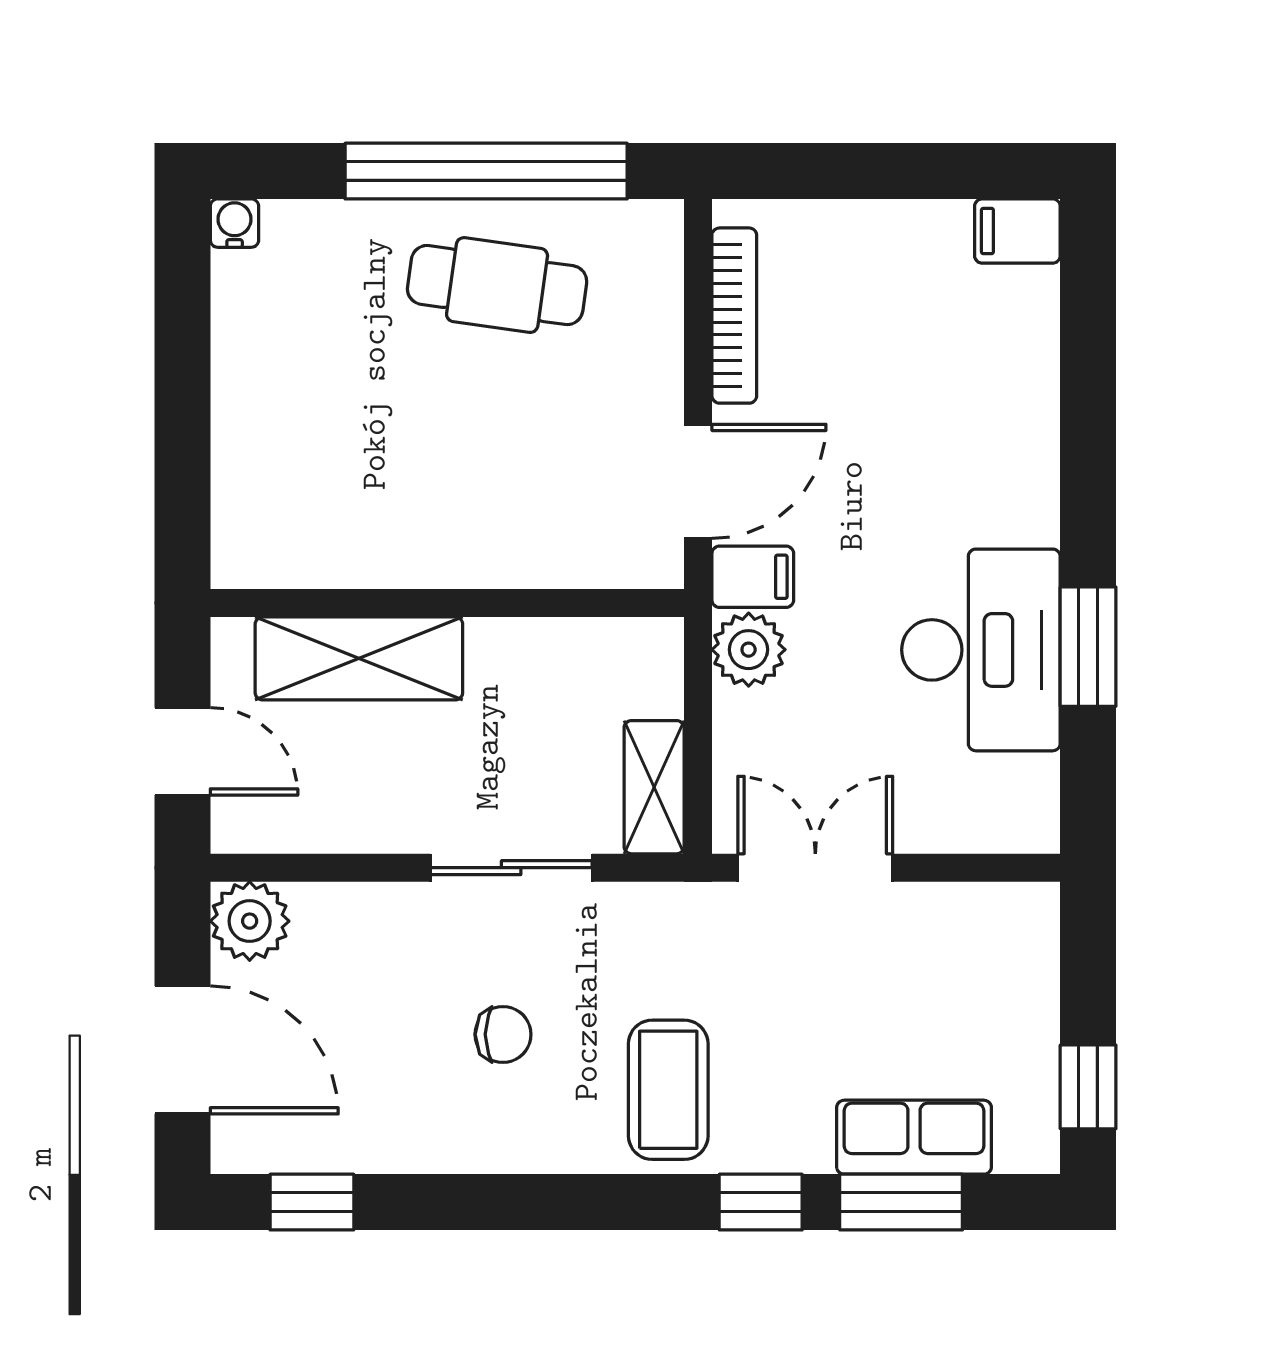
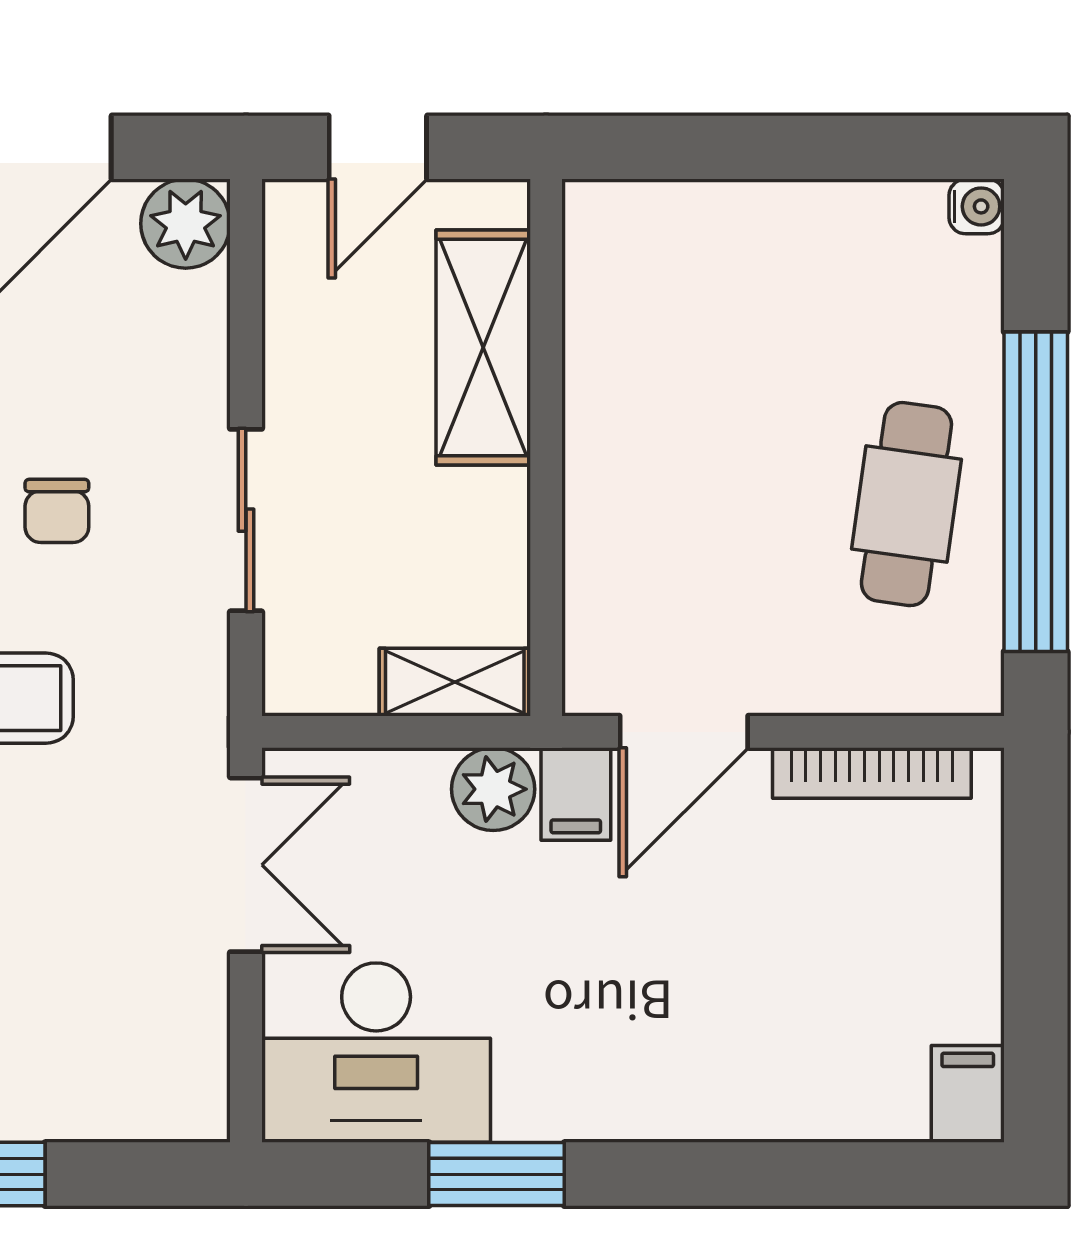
door: (698, 481) -> (684, 732), hinge flipped
desk: (981, 650) -> (376, 1053), moved
shelving: (654, 787) -> (455, 682), moved

